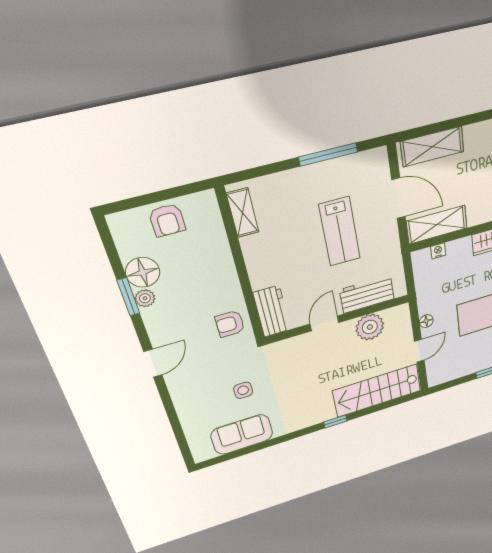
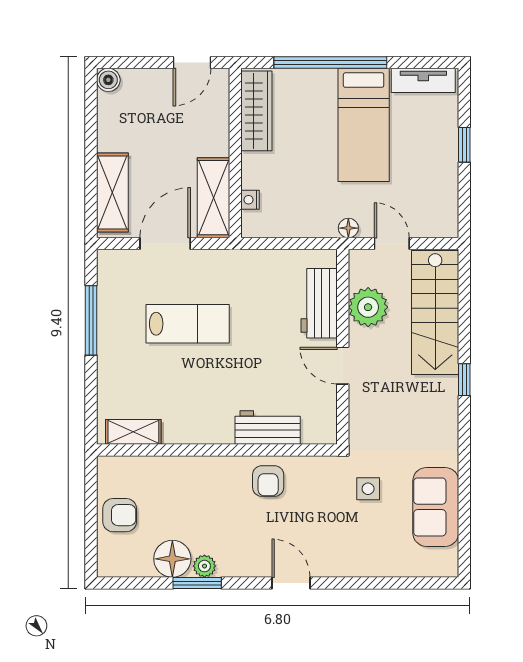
workbench: (367, 294) -> (319, 303), moved
wall: (338, 319) -> (343, 347), moved
door: (324, 323) -> (343, 366), moved
plant: (370, 327) -> (368, 307), moved

